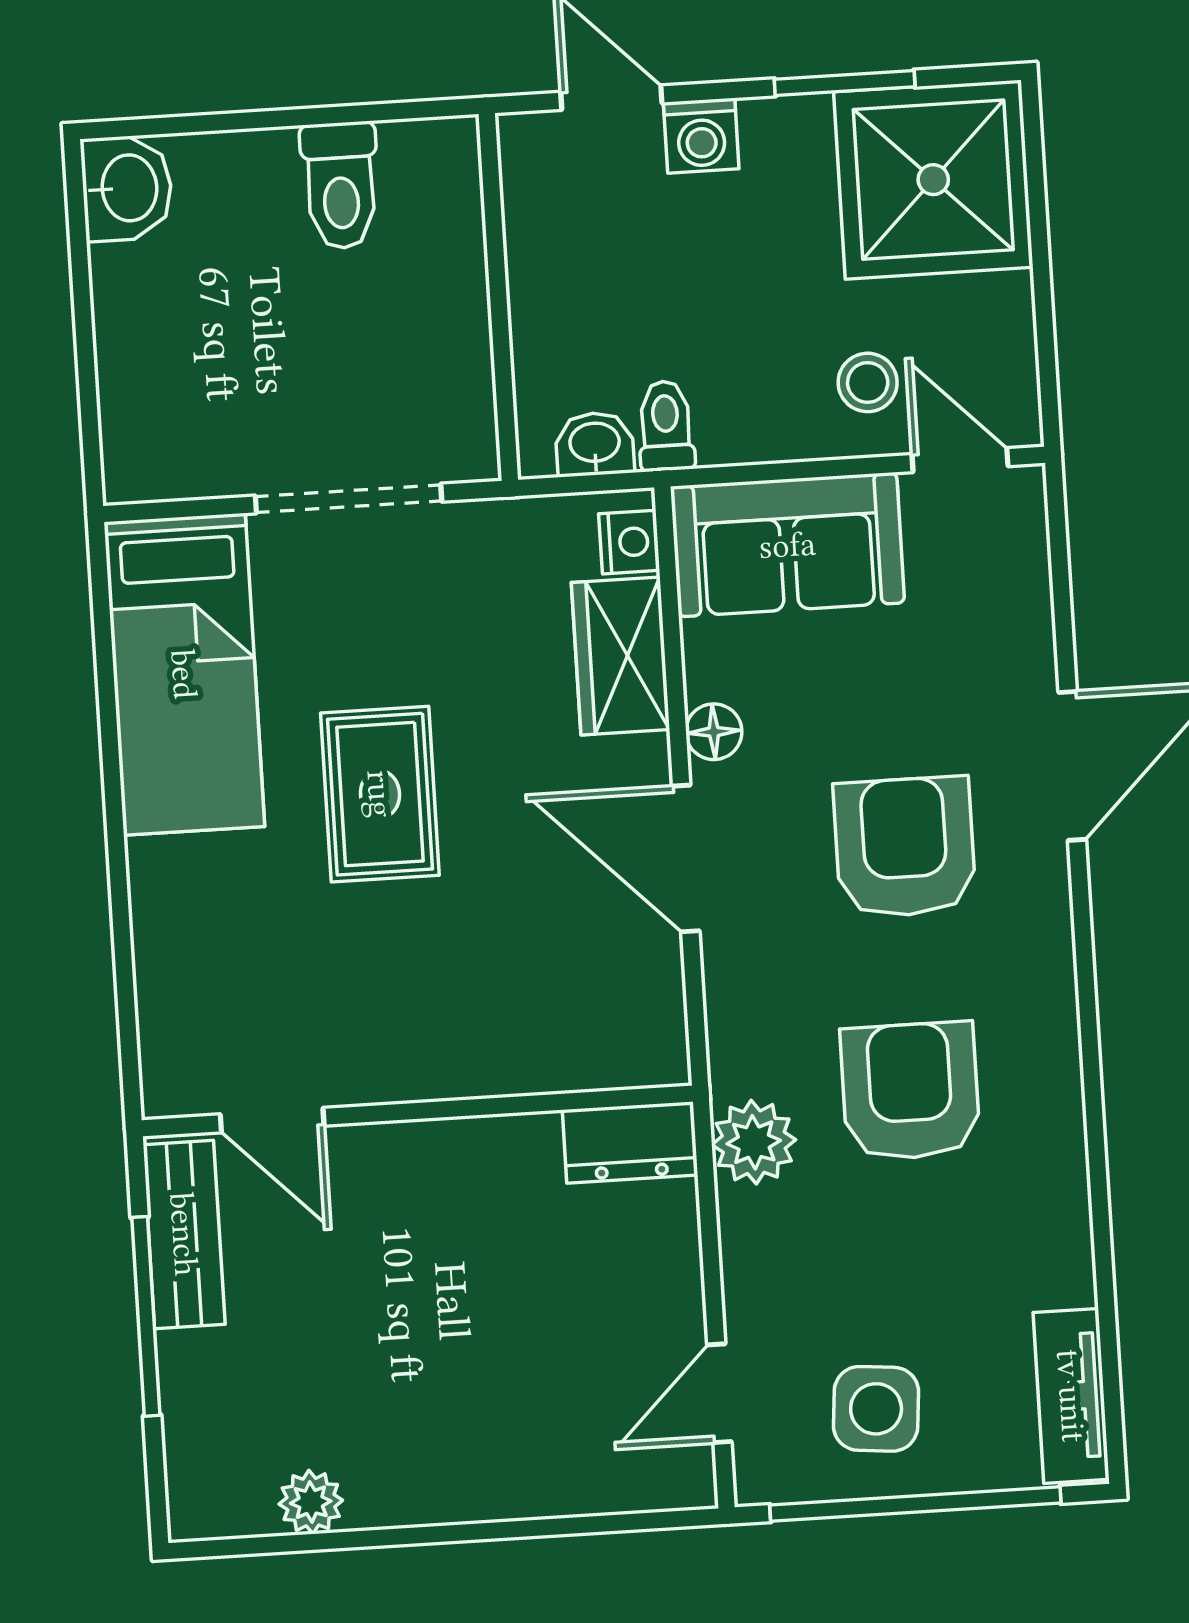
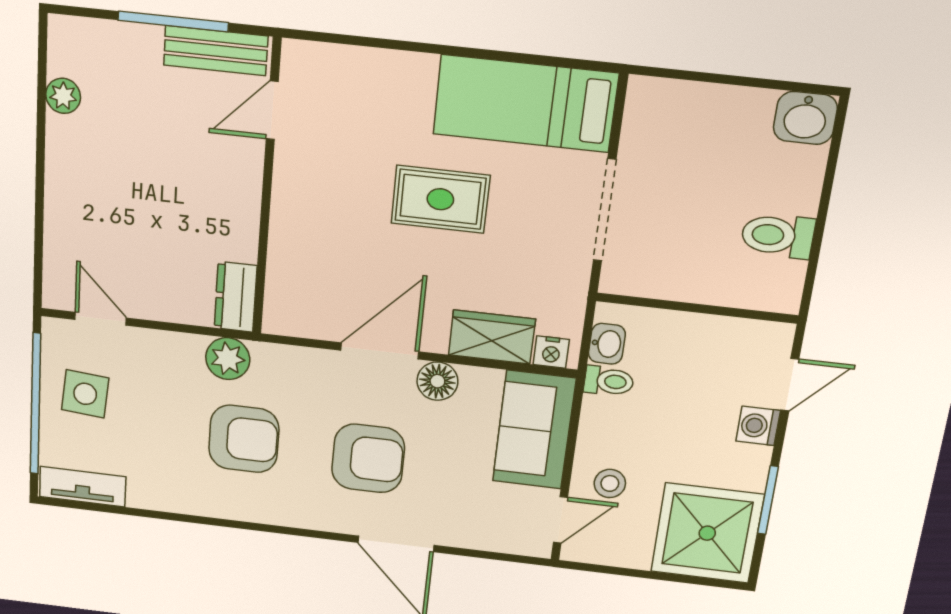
floor lamp: (714, 732) -> (437, 381), width x1.37, depth x1.37

